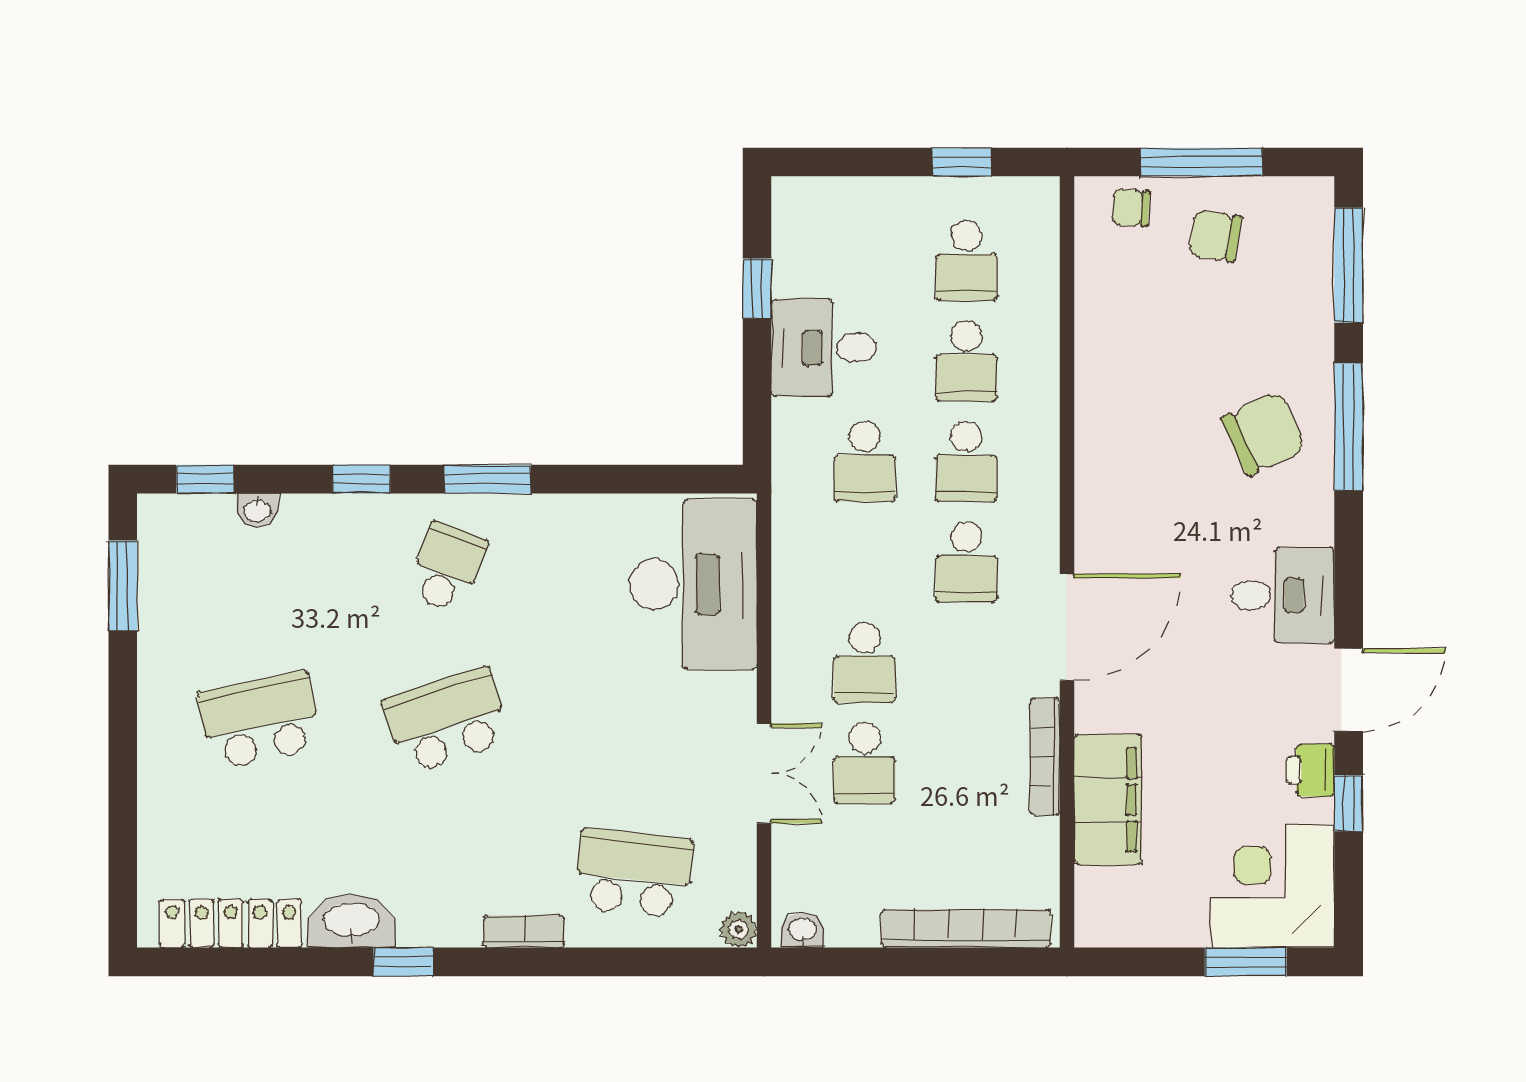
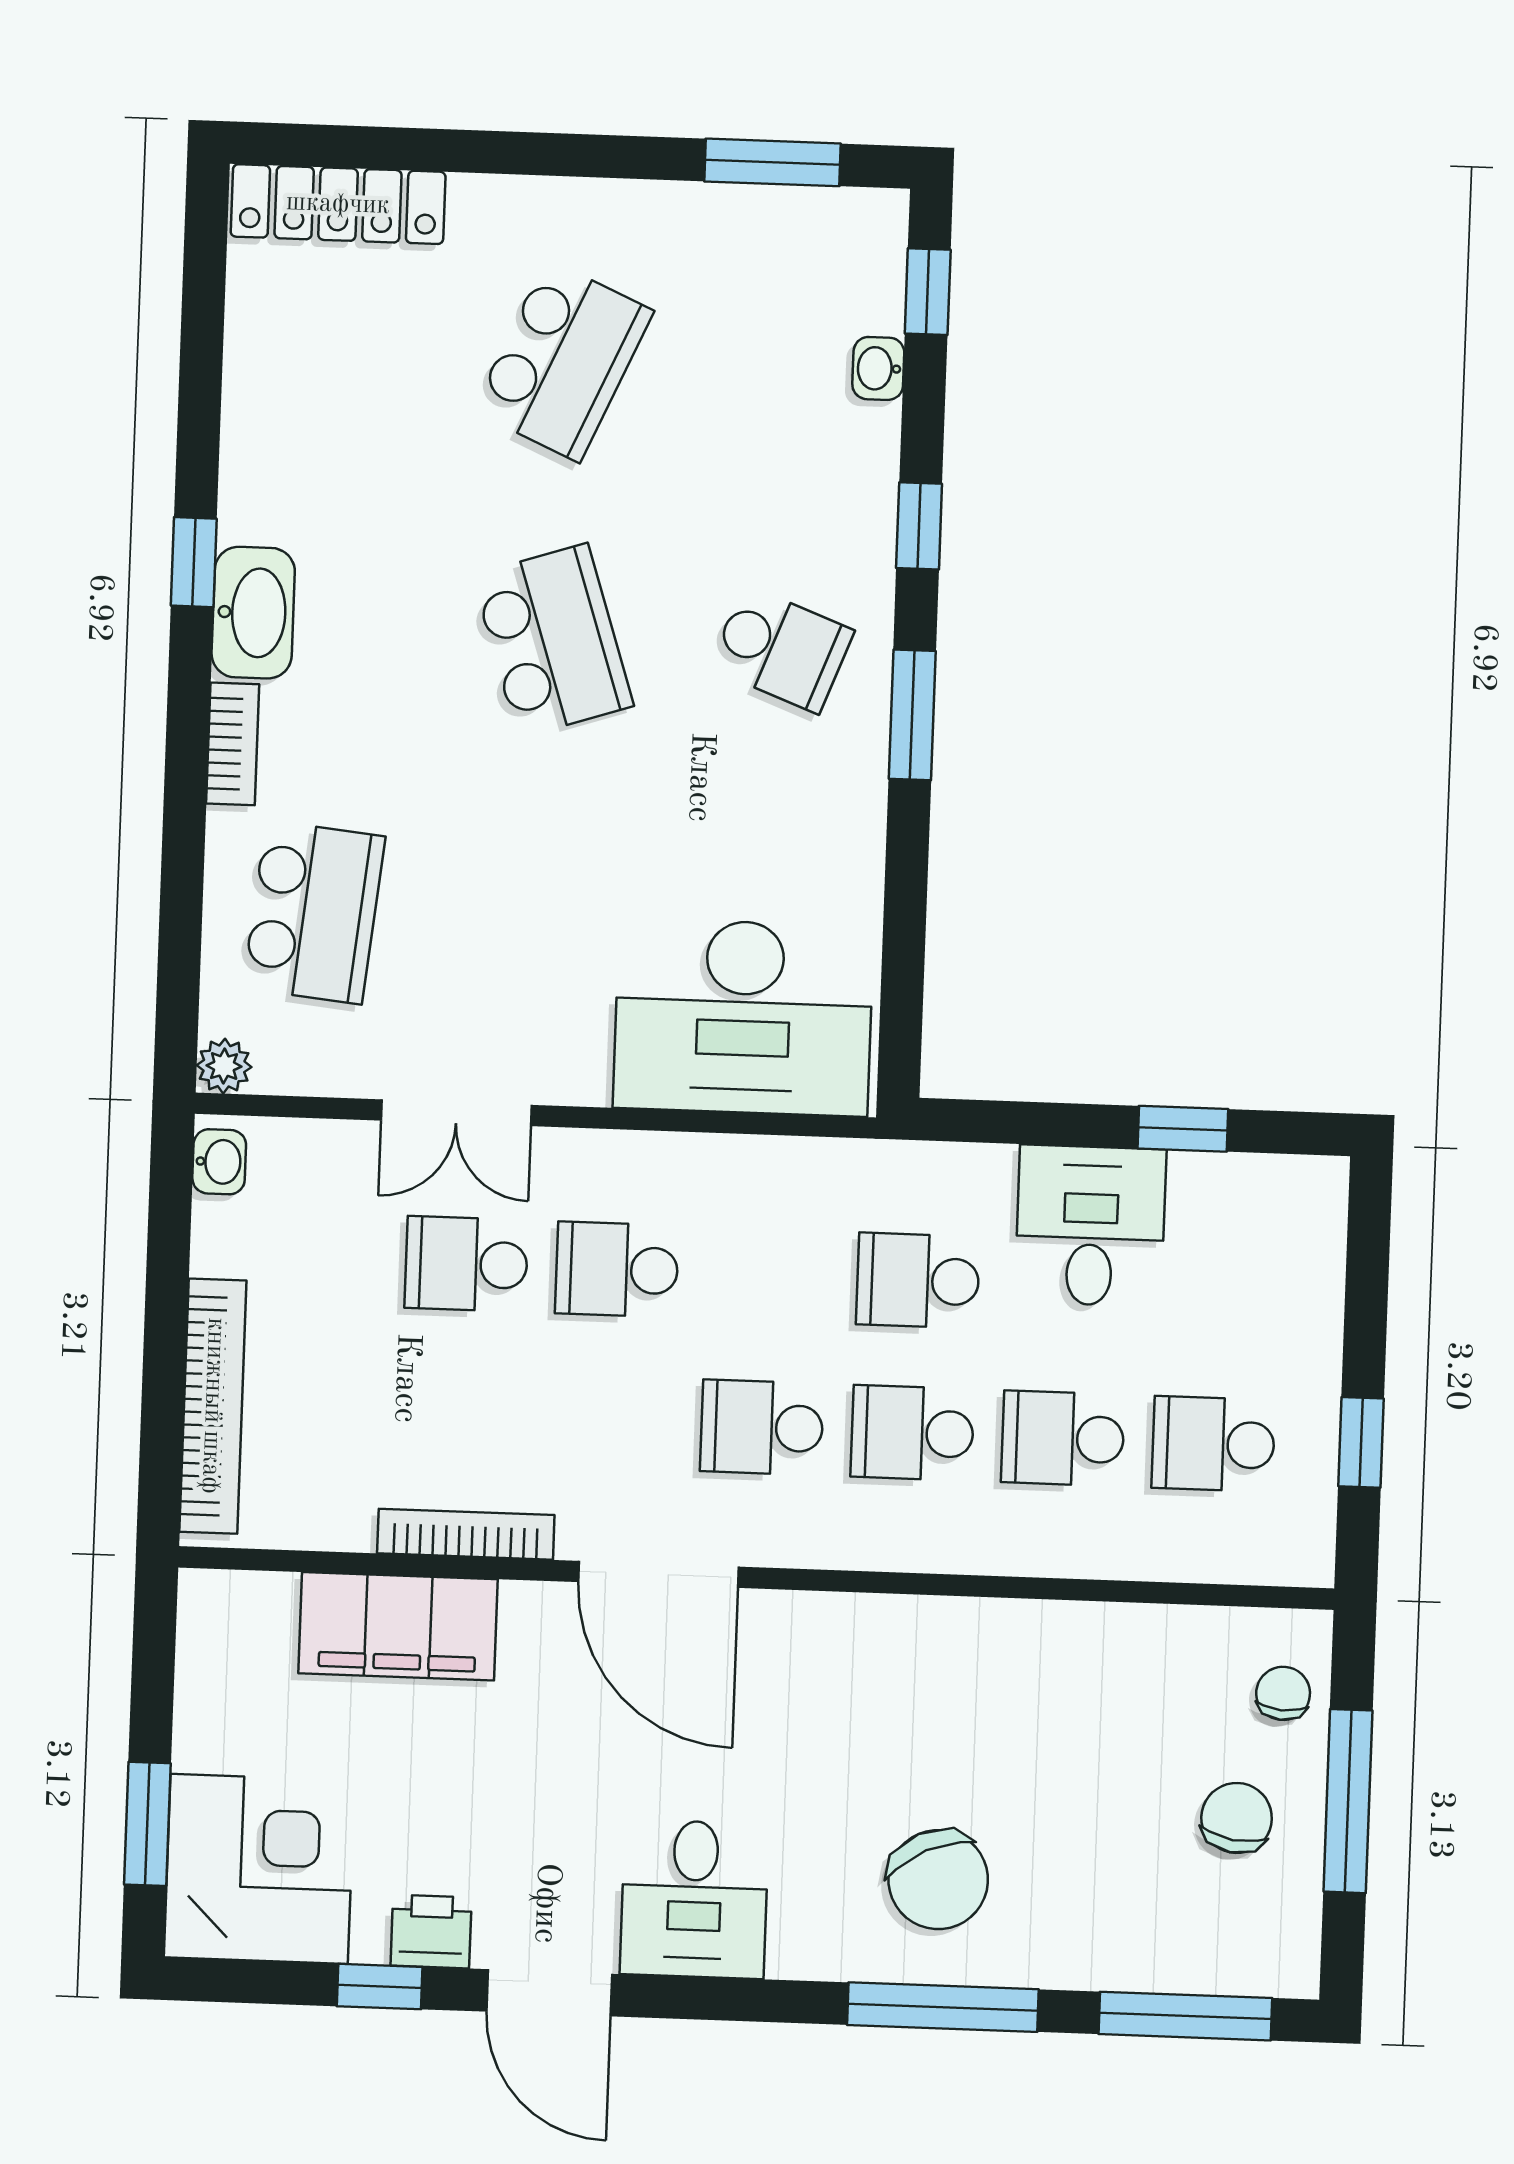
school desk: (260, 720) -> (563, 361), turned 36
washbasin: (351, 921) -> (253, 613), moved
locker: (231, 923) -> (338, 204), moved, turned 90

